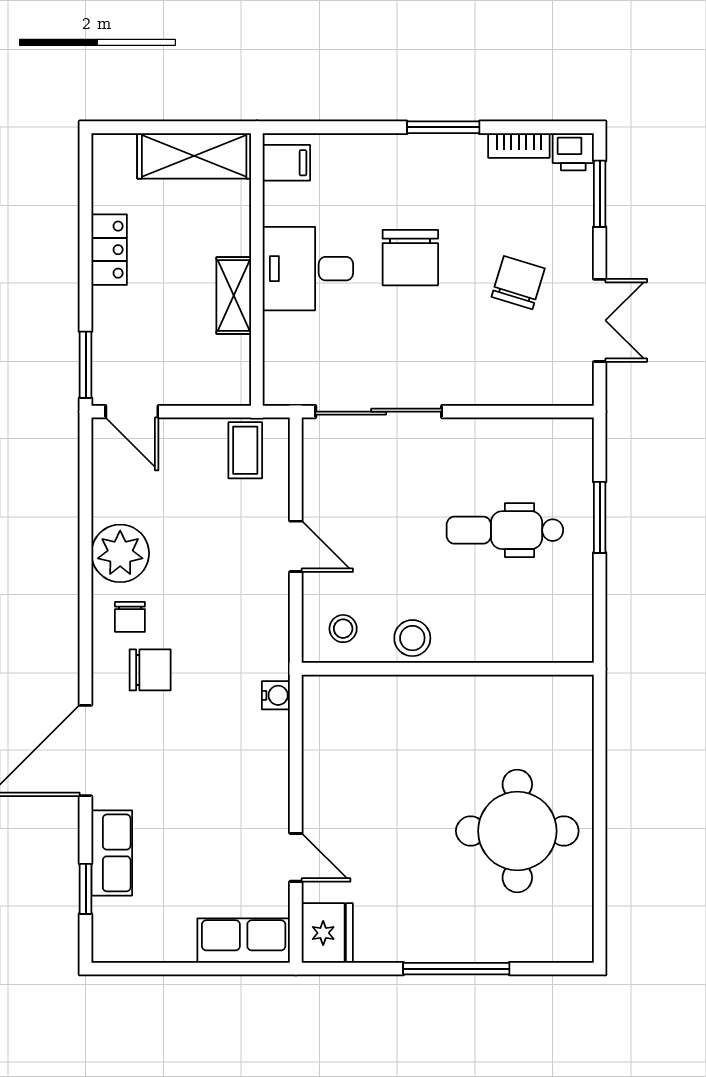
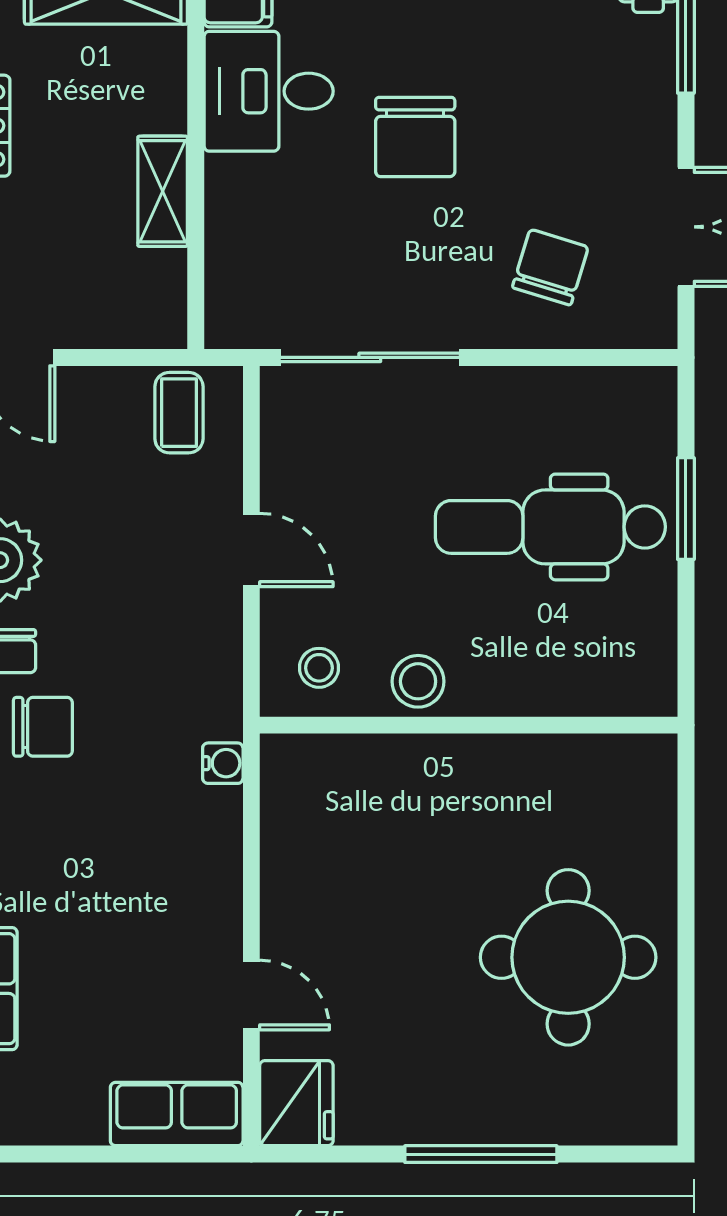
desk: (308, 269) -> (269, 91), moved
chair: (518, 283) -> (550, 267), moved
dental chair: (505, 530) -> (550, 527), width x1.36, depth x1.38

